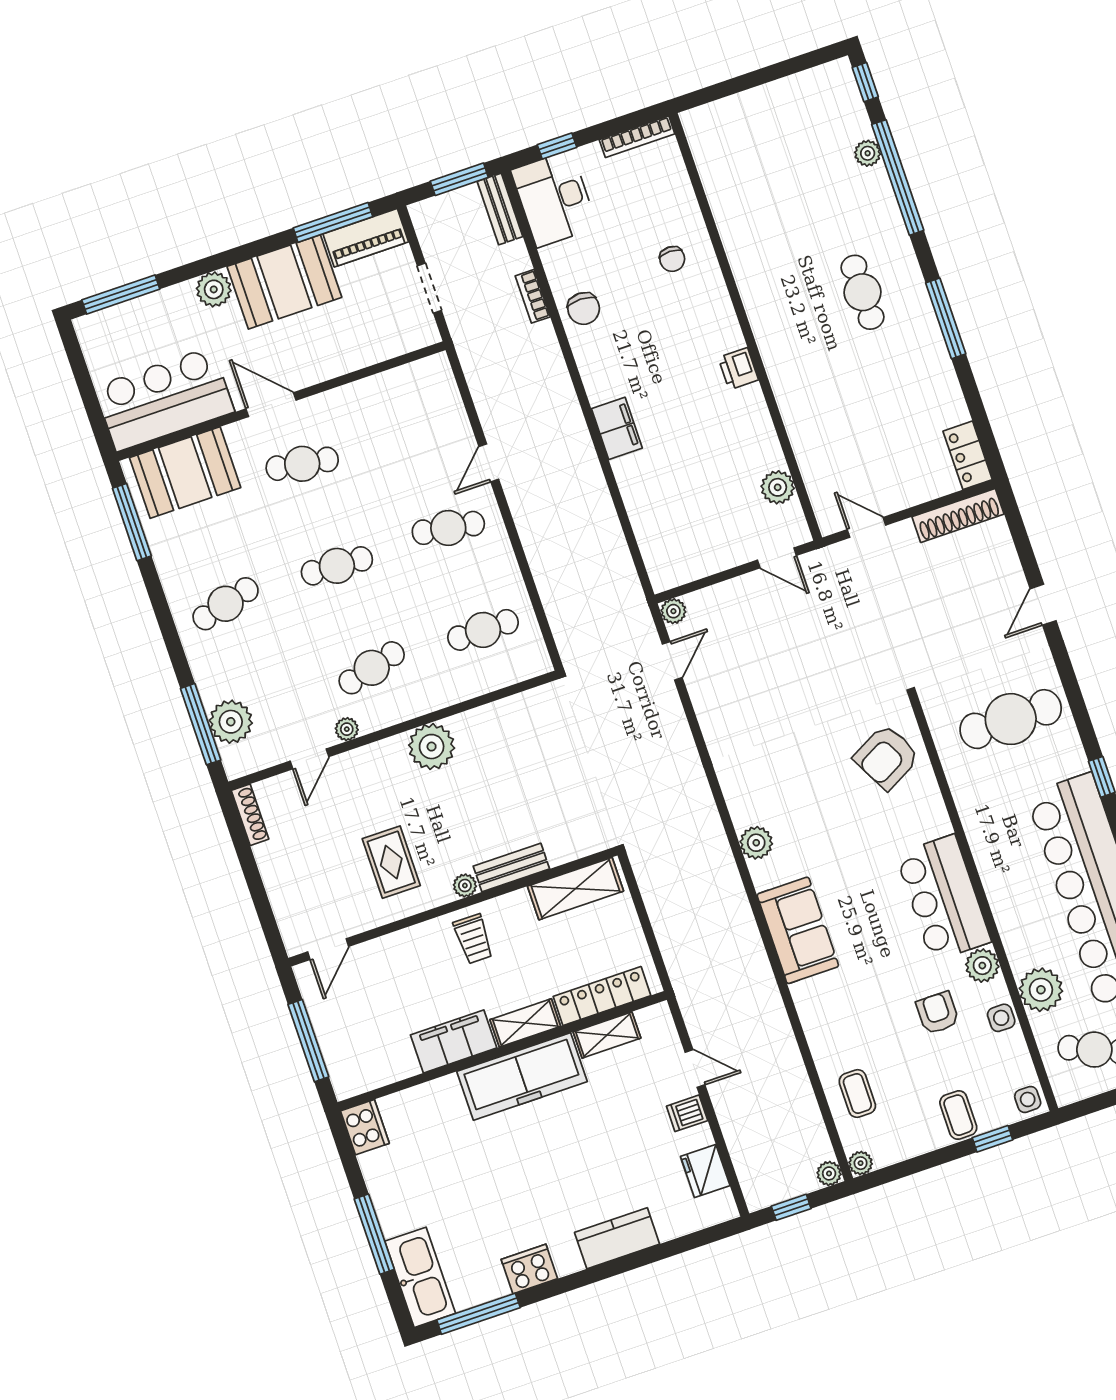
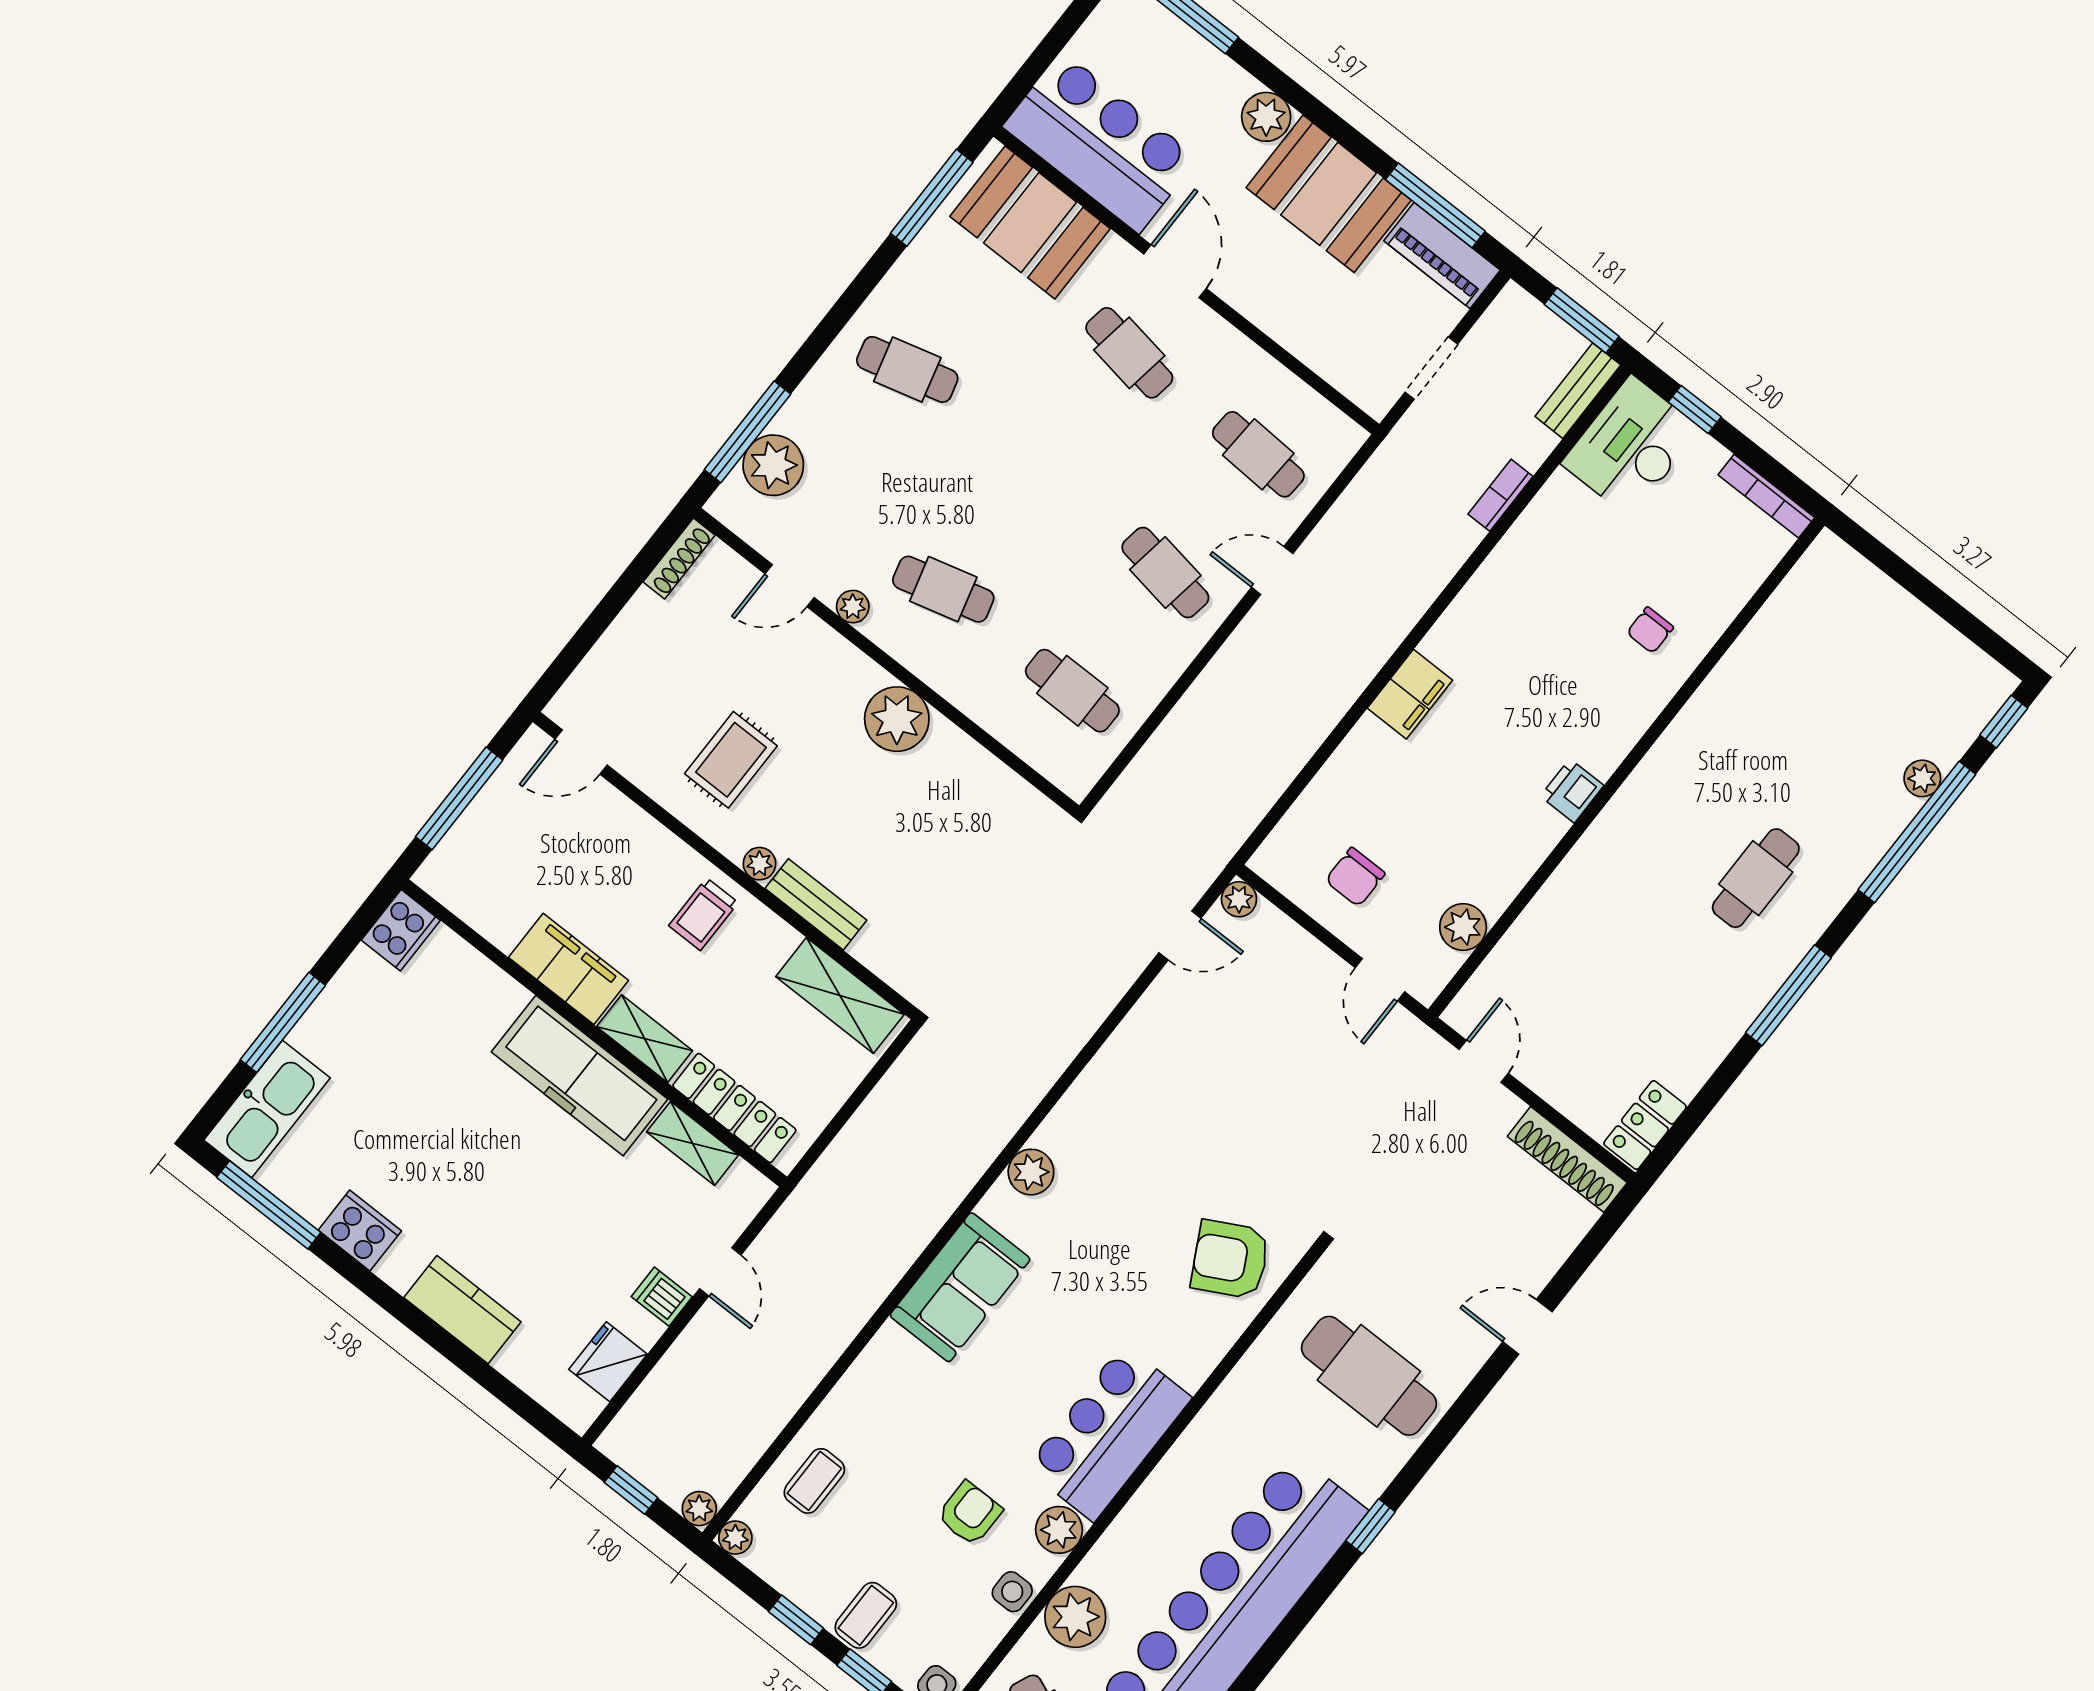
chair: (584, 309) -> (1355, 877), moved
cafe table: (337, 566) -> (1258, 454), moved
window: (934, 1159) -> (796, 1620), added

